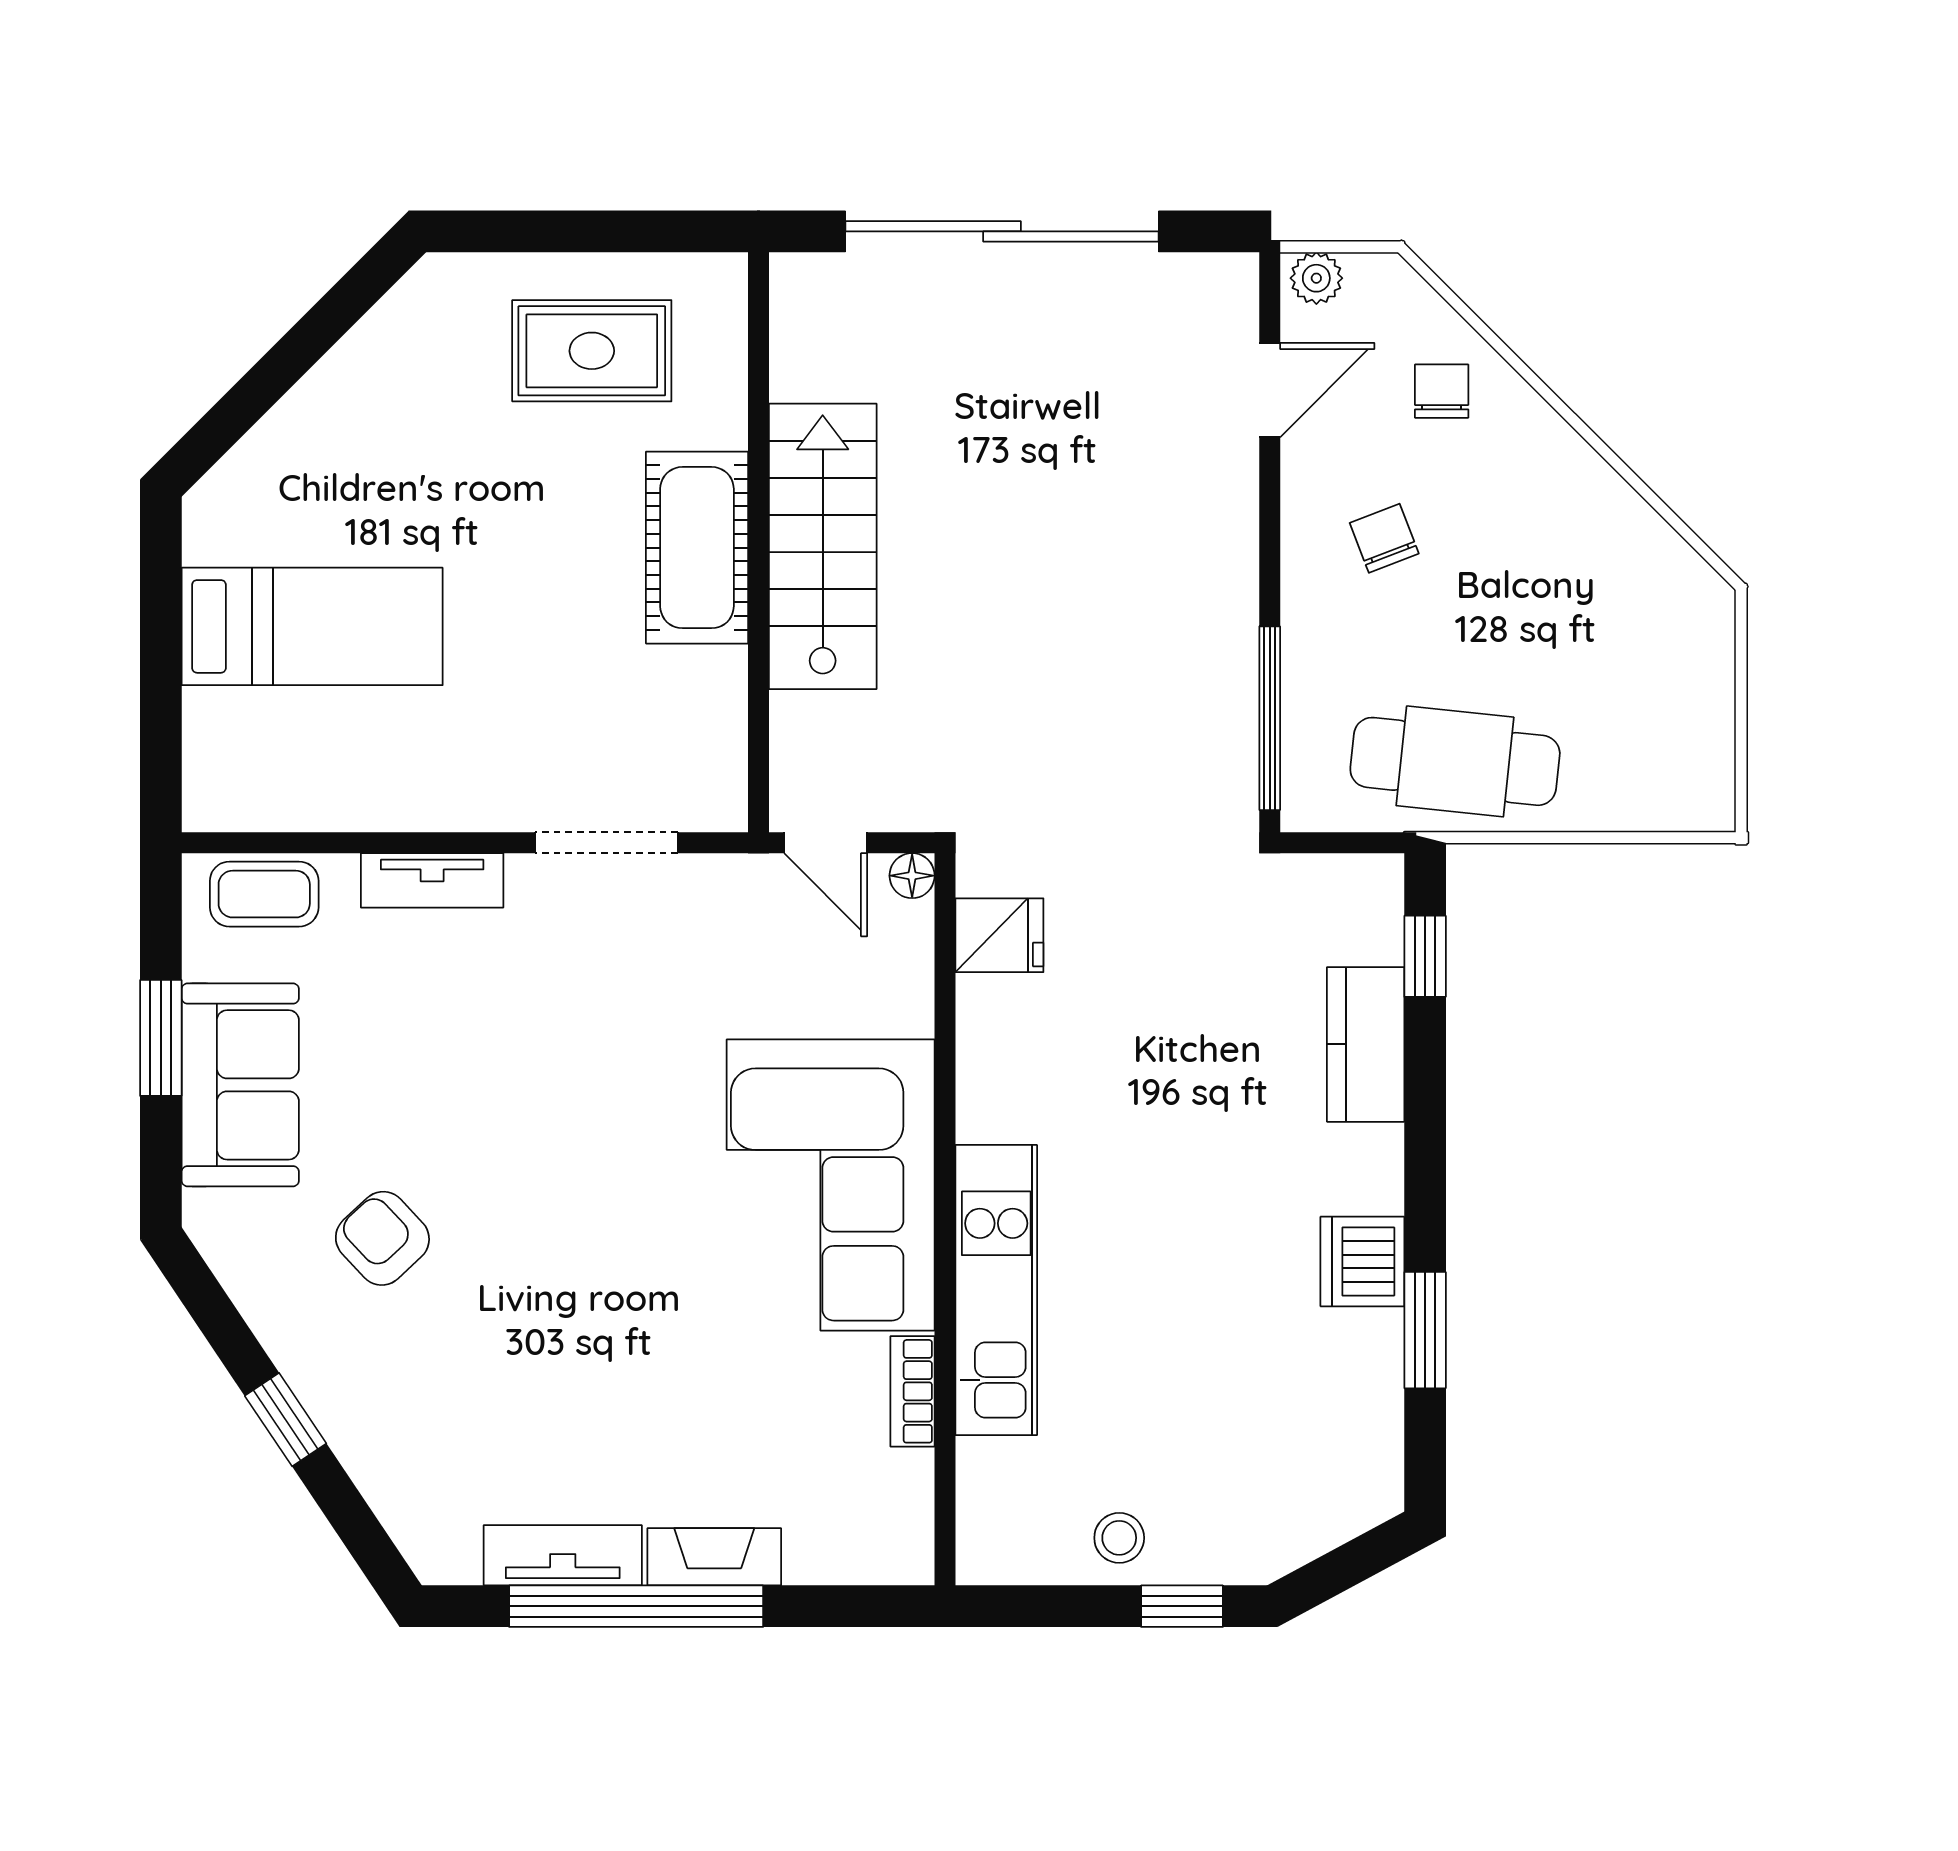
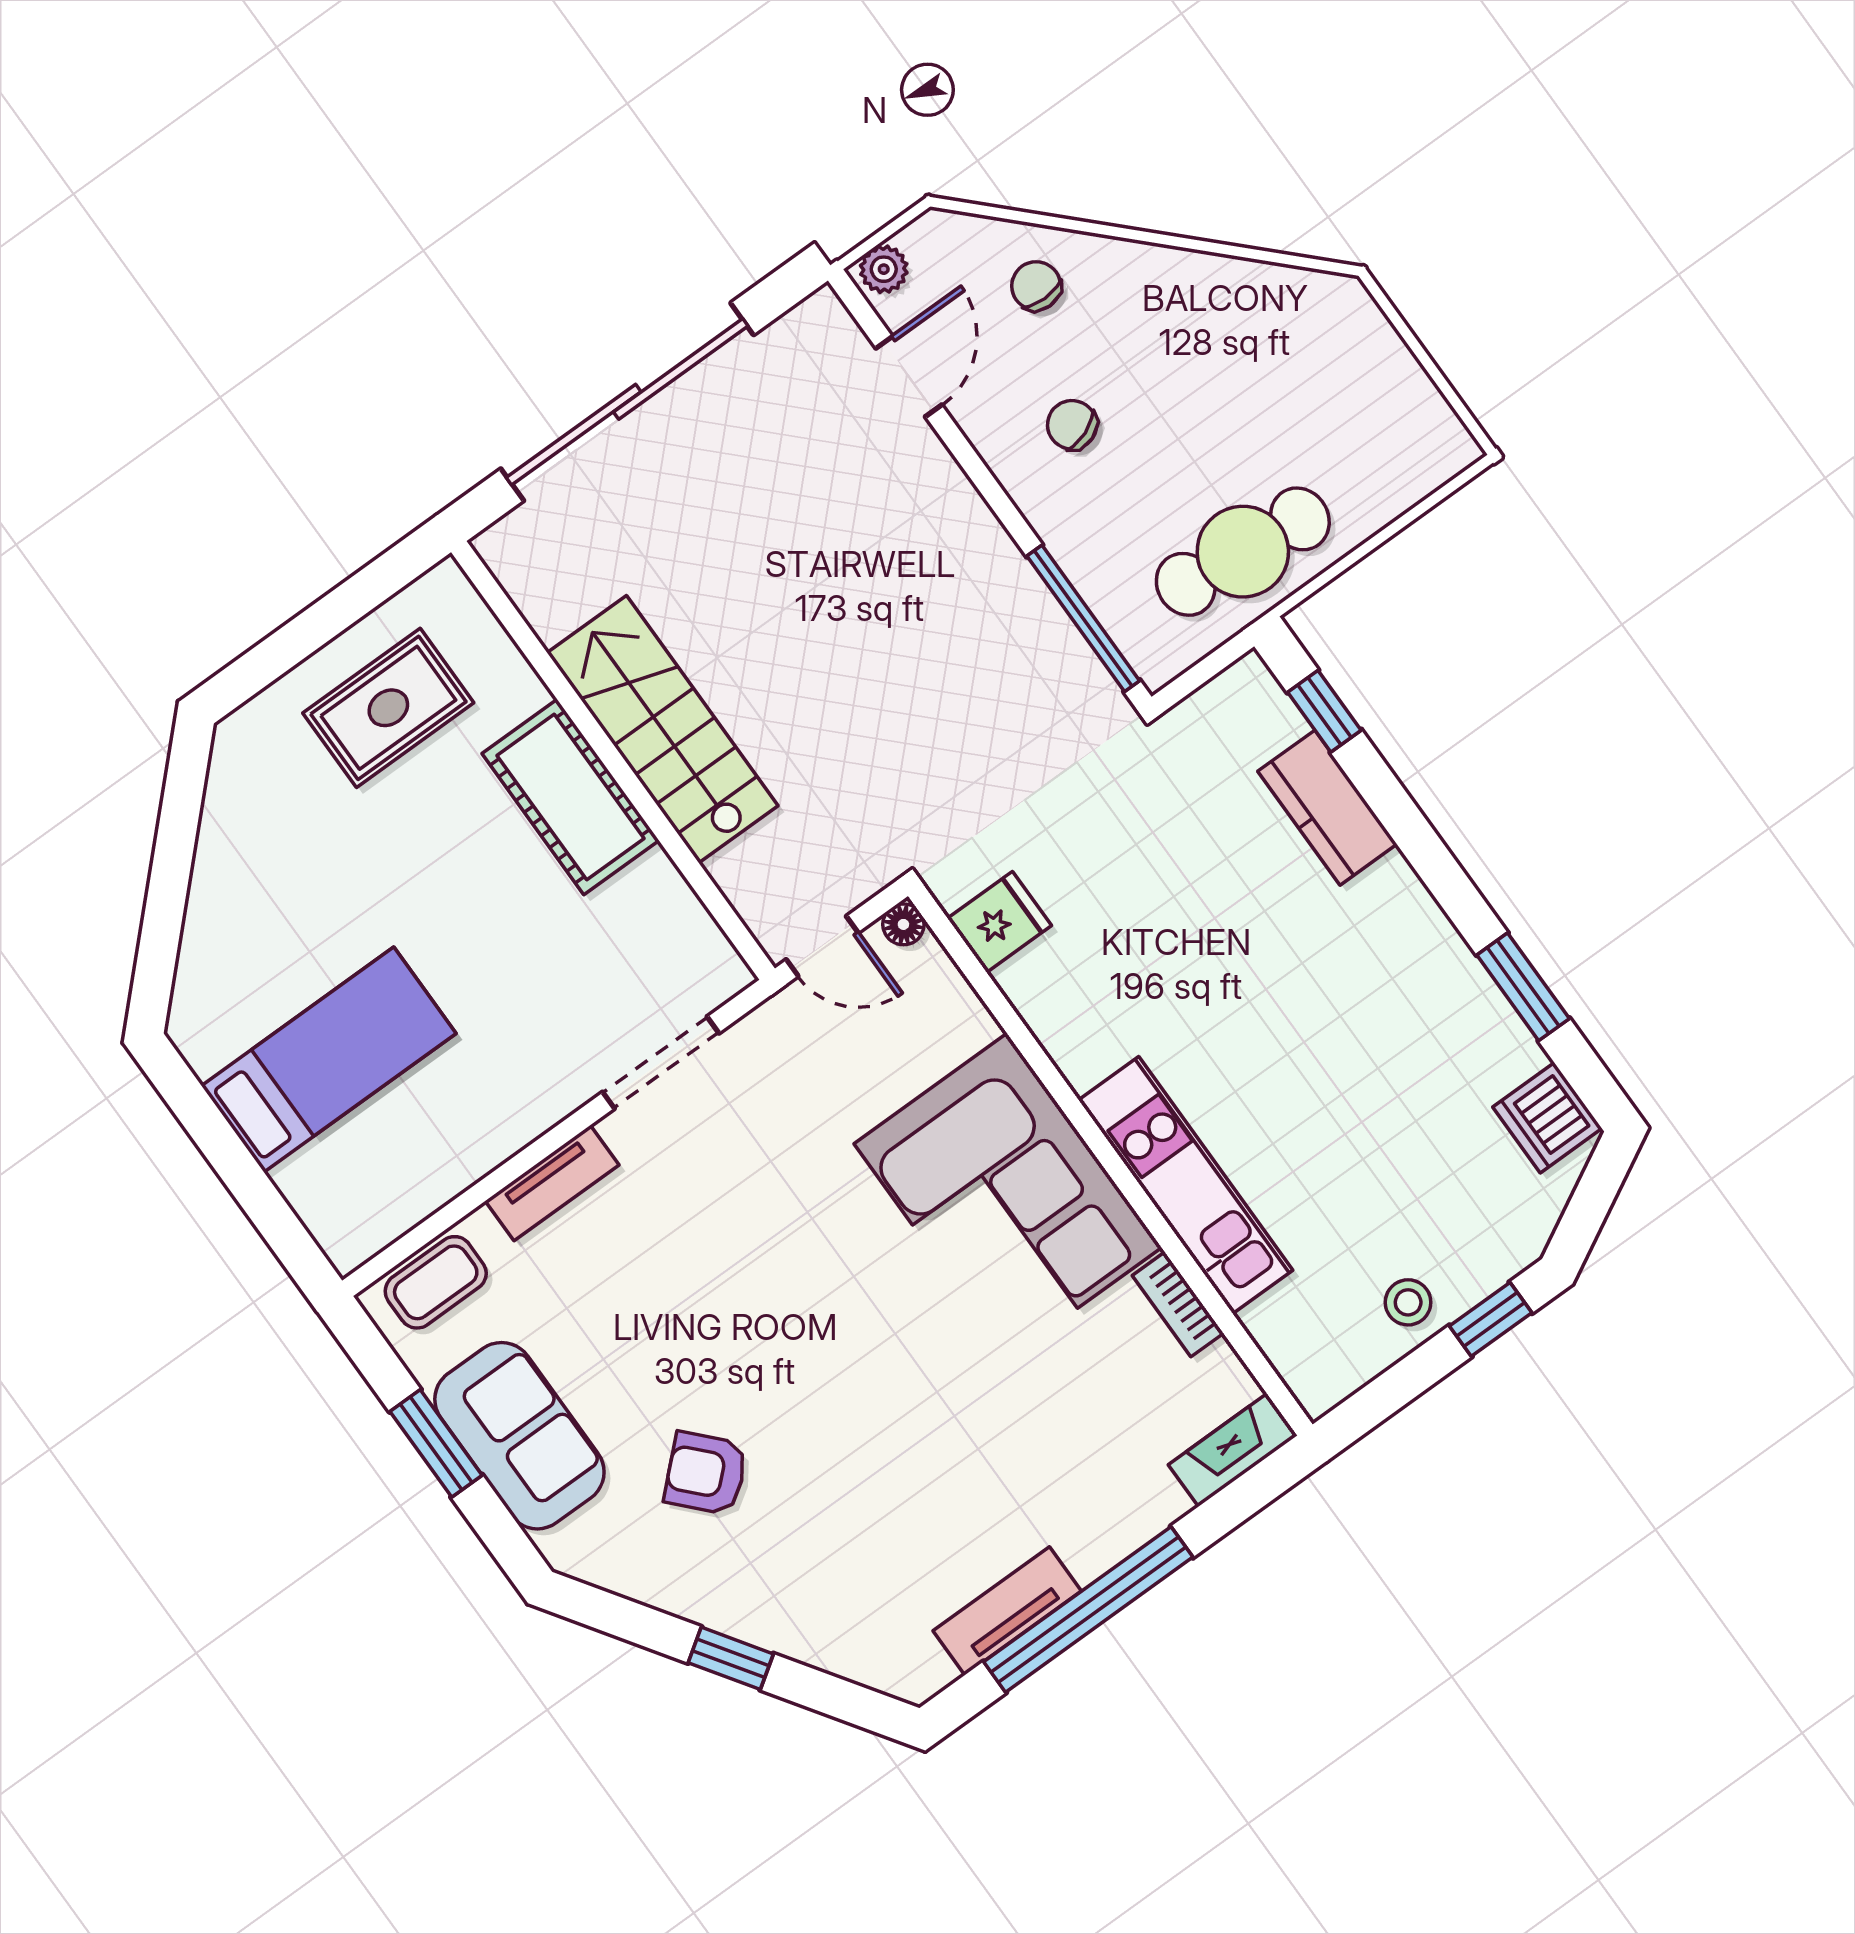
dishwasher: (1362, 1262) -> (1547, 1118), moved
fireplace: (714, 1557) -> (1233, 1450), moved

